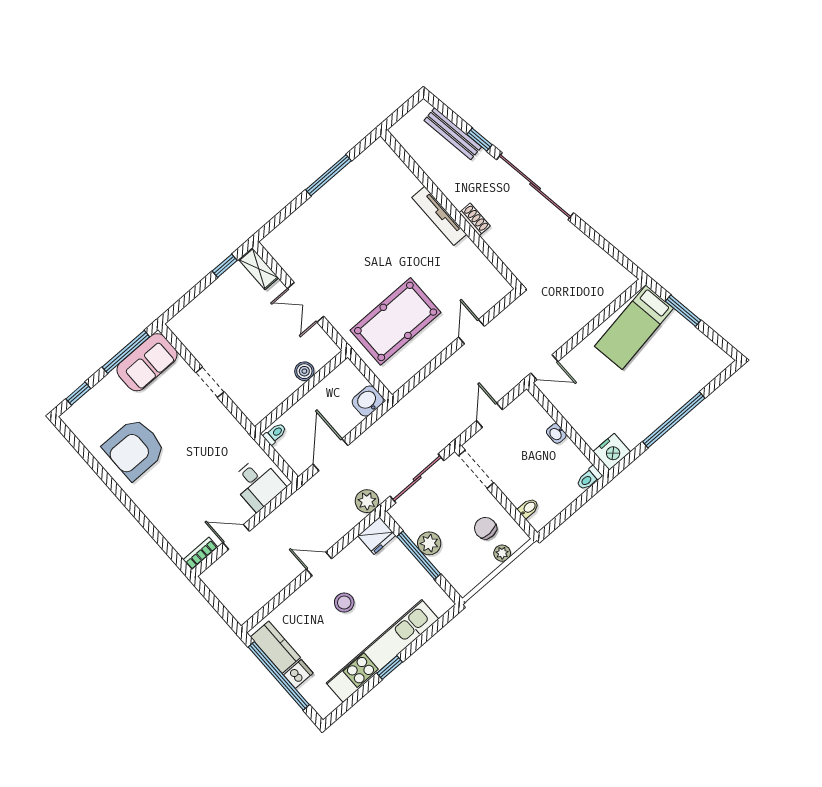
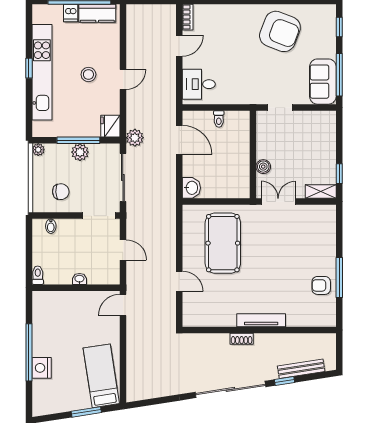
armchair: (352, 186) -> (321, 285), added
boiler: (304, 371) -> (263, 167), moved
wall: (301, 392) -> (253, 154), moved
armchair: (134, 449) -> (280, 31), turned 111
nightstand: (612, 452) -> (42, 368), moved
plant: (502, 553) -> (38, 150), moved

